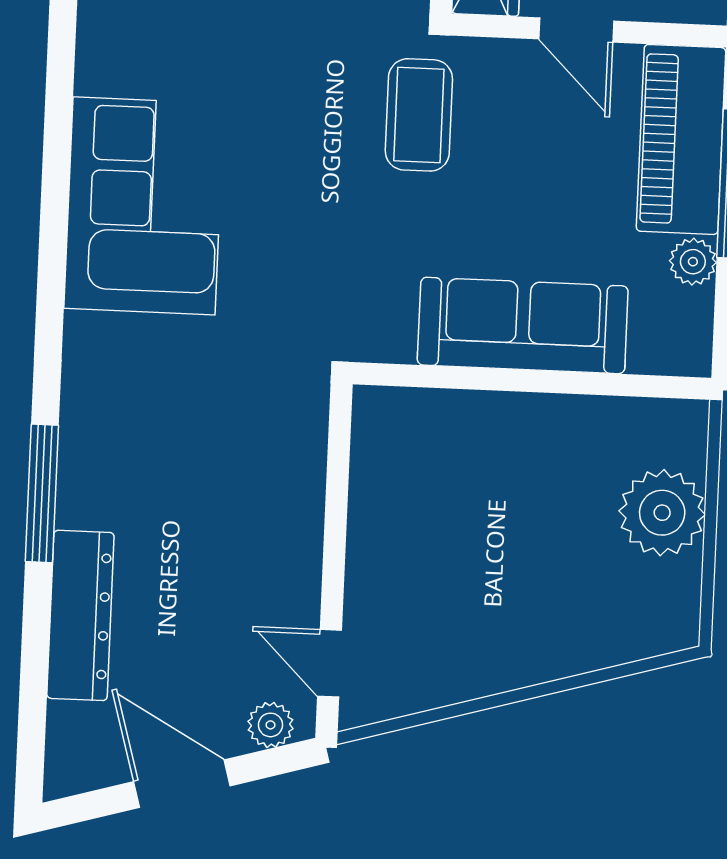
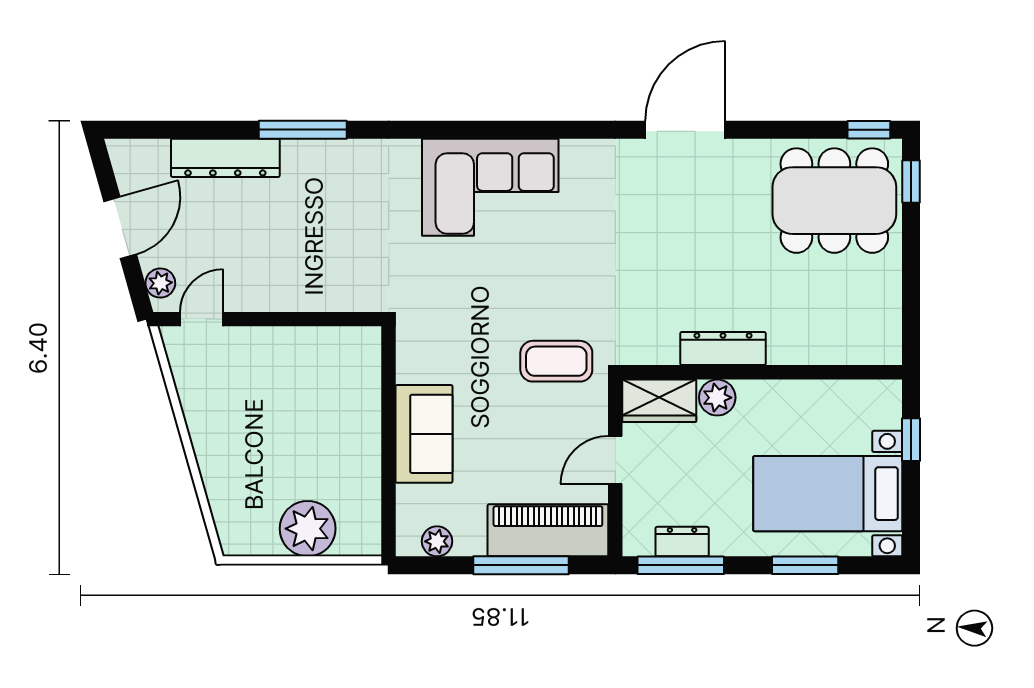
plant: (693, 262) -> (437, 541), moved
sofa: (523, 325) -> (424, 434), width x0.73

